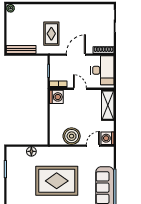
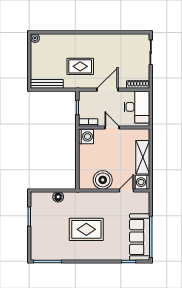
rug: (51, 34) -> (80, 66), turned 90
shelving: (108, 105) -> (143, 157), moved
rug: (57, 181) -> (86, 229), width x0.73, depth x0.69

